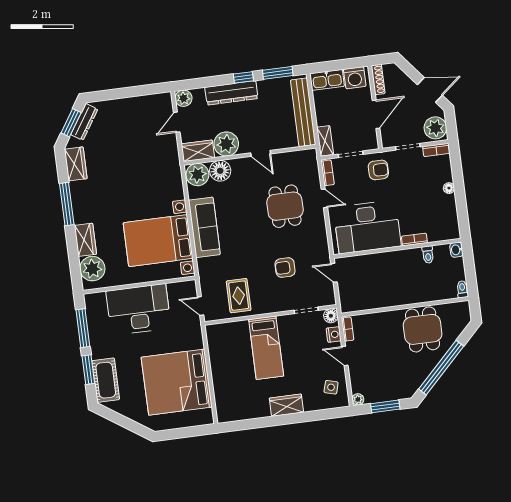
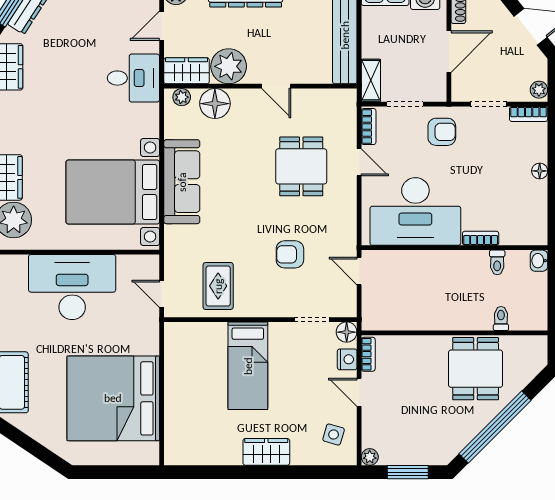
plant: (435, 128) -> (539, 90), width x0.53, depth x0.53
desk: (162, 161) -> (133, 78), added
plant: (197, 175) -> (182, 97), width x0.53, depth x0.53
toilet: (462, 289) -> (501, 319), moved

